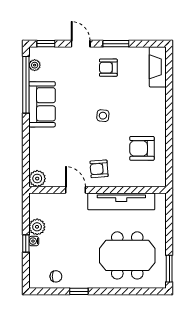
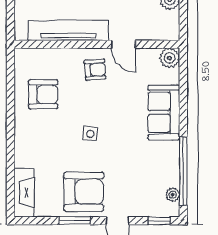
armchair: (108, 68) -> (84, 192), width x1.88, depth x1.88
sofa: (42, 104) -> (164, 112), moved

